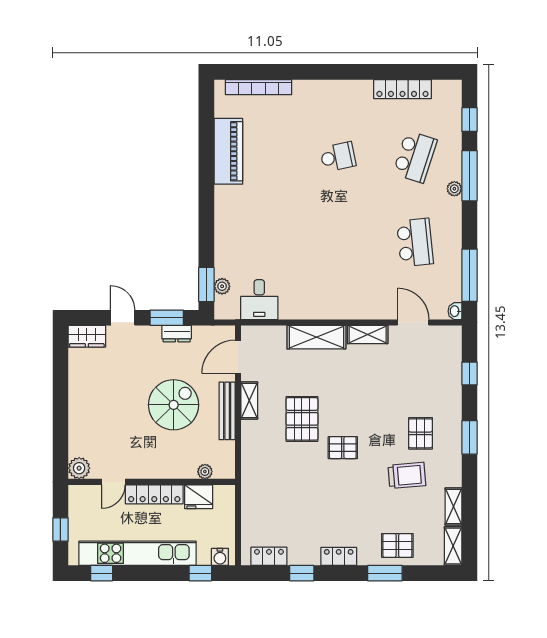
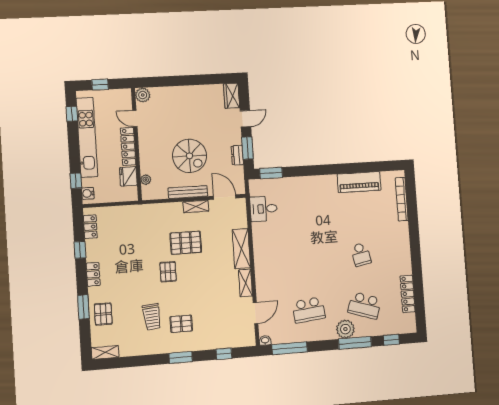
plant: (454, 189) -> (345, 329), width x1.88, depth x1.88
plant: (222, 286) -> (271, 183), removed
shelving: (453, 506) -> (133, 350), removed

